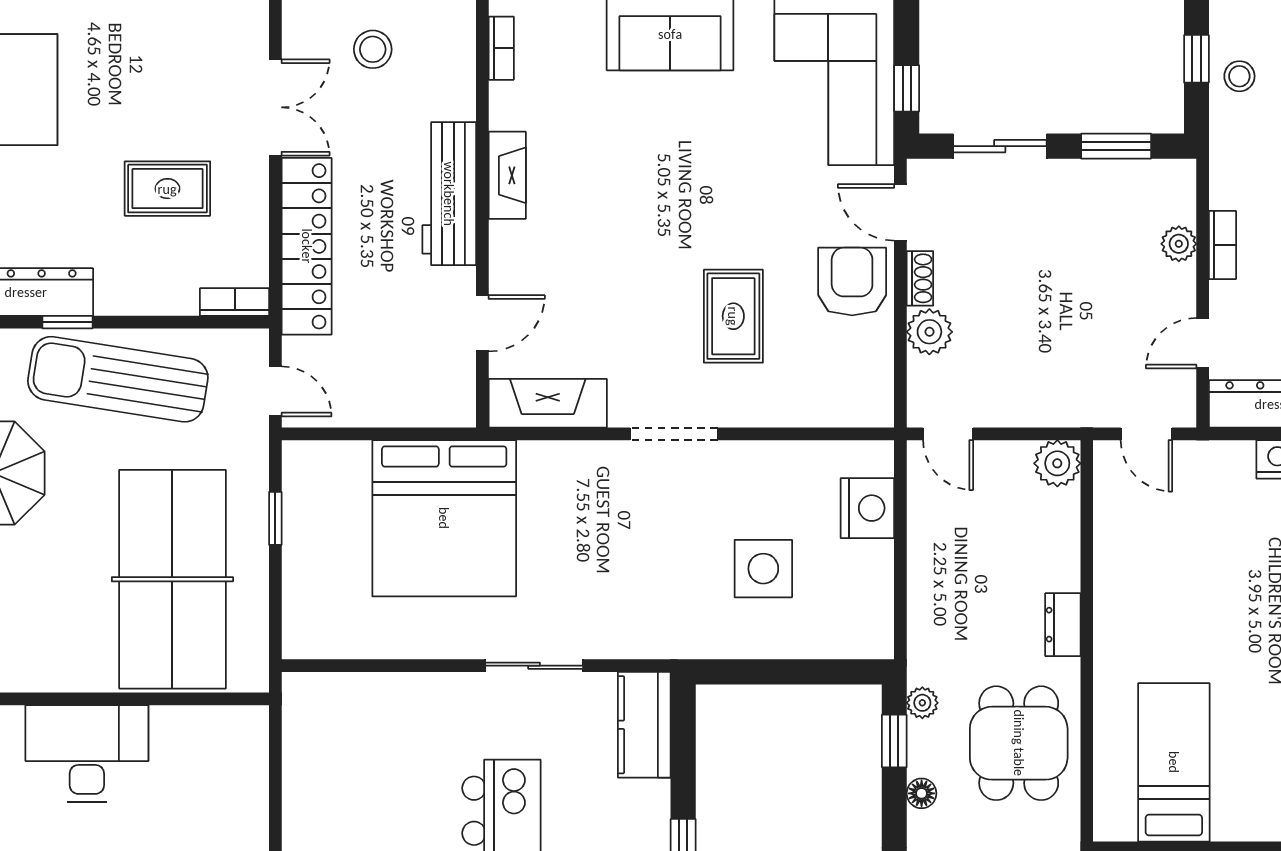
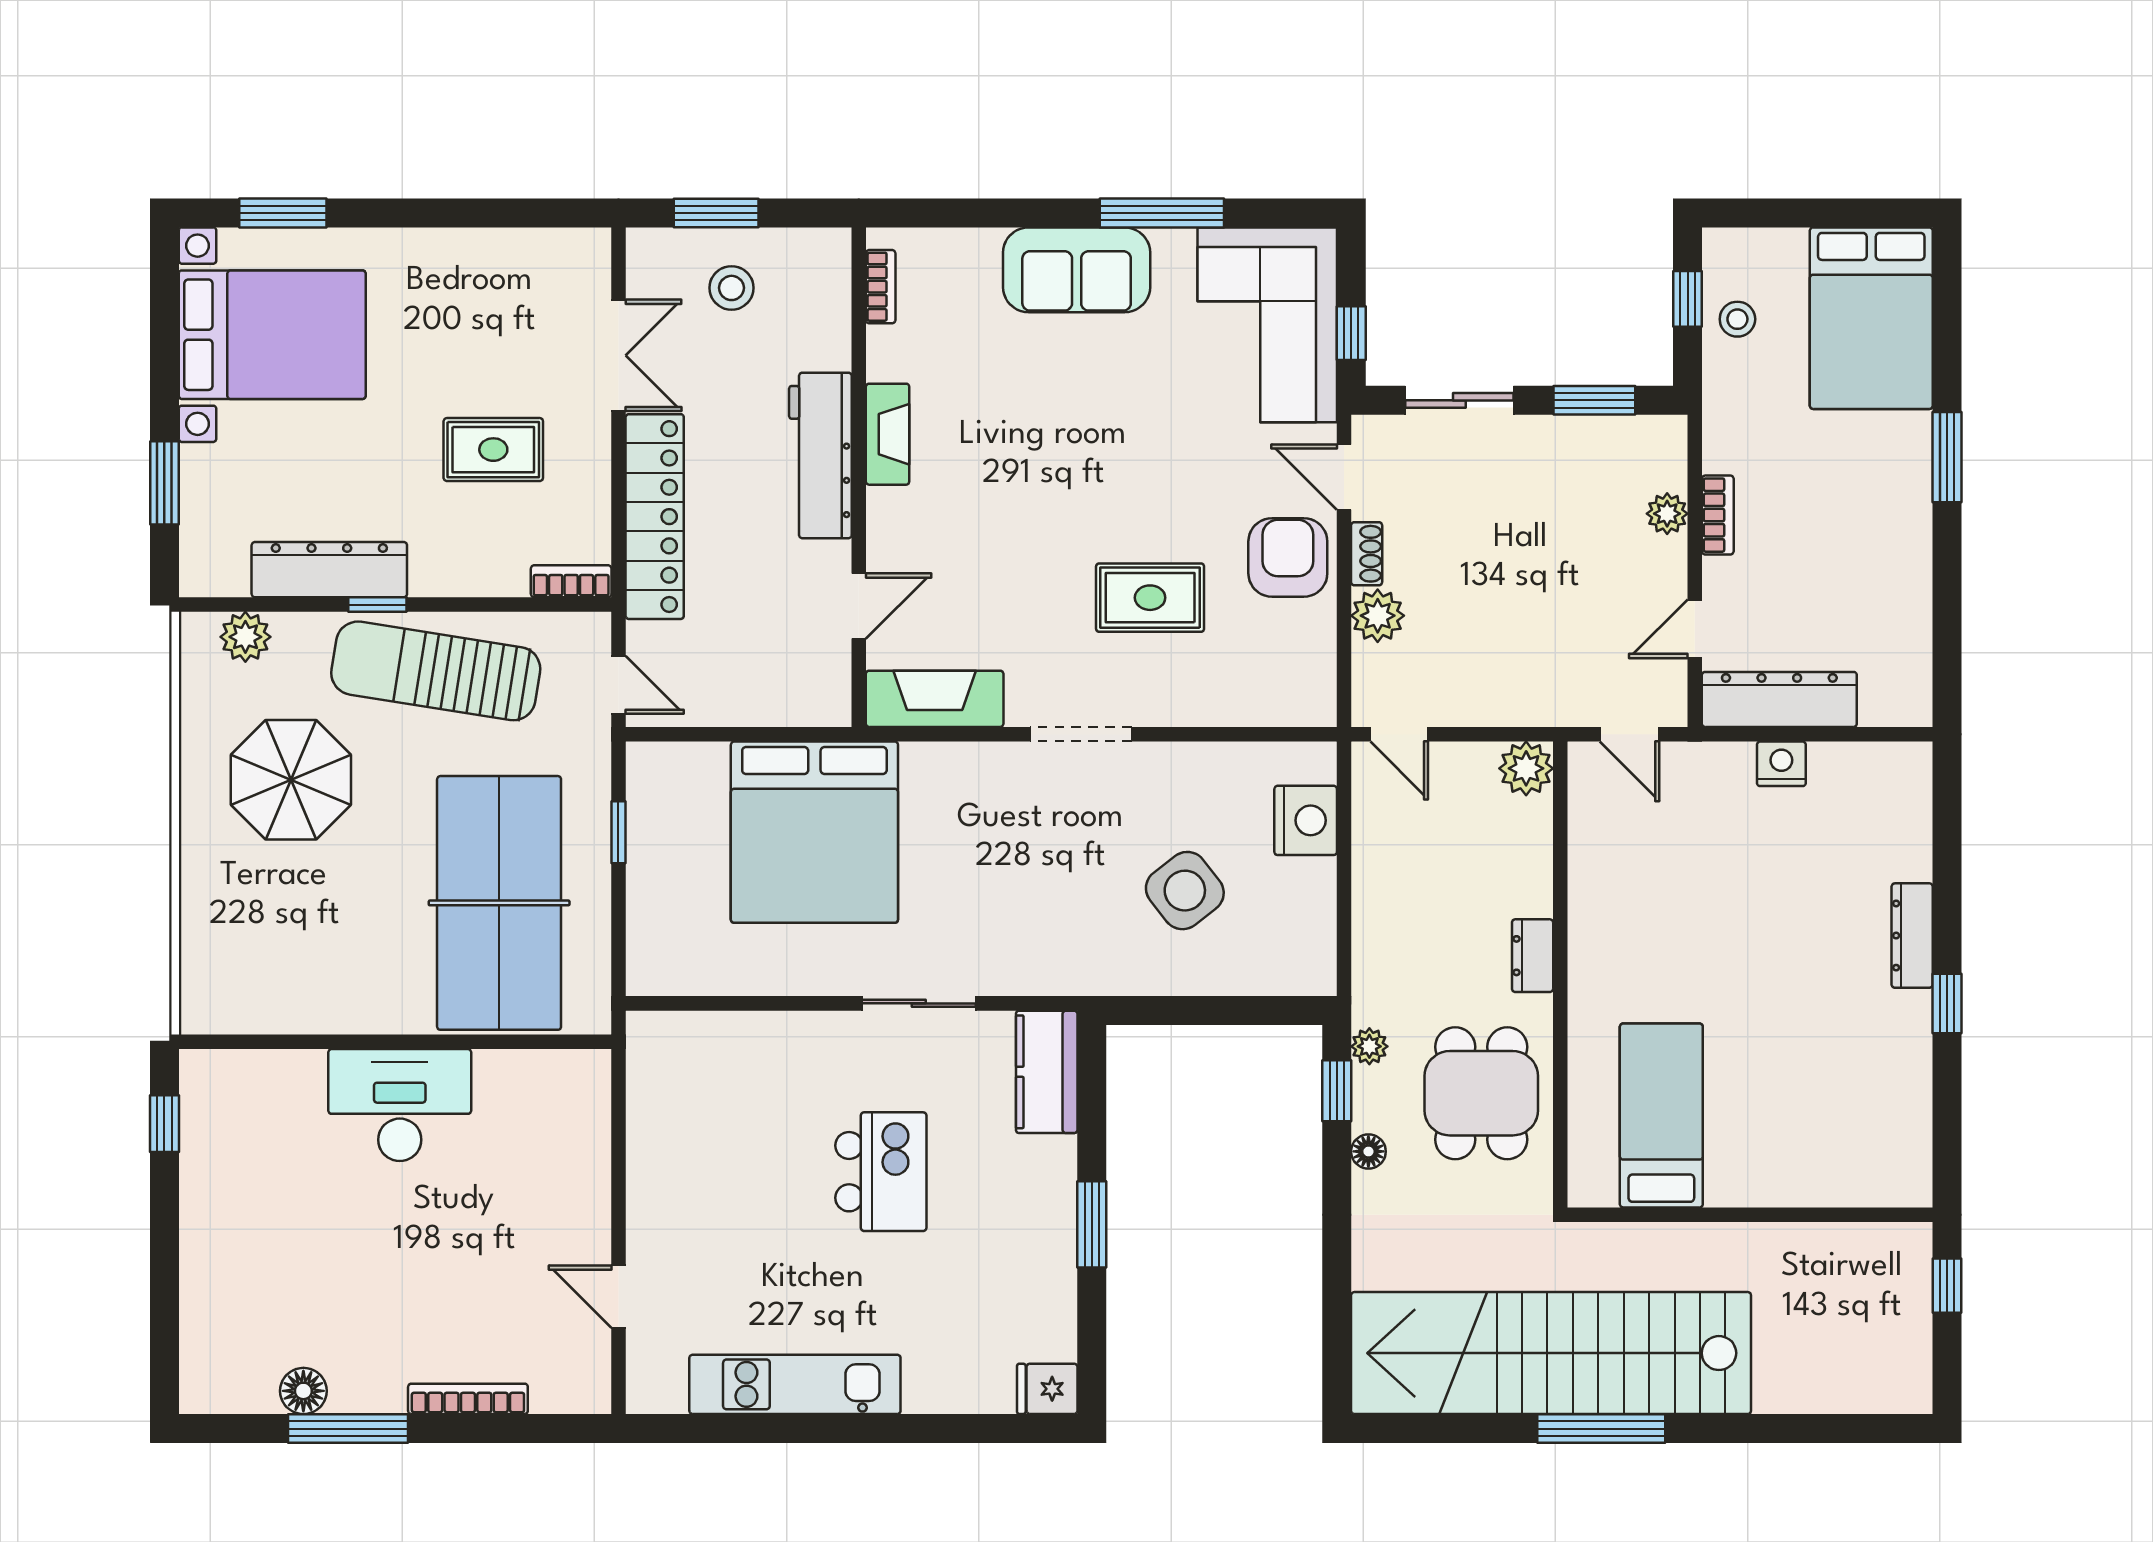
rug: (733, 316) -> (1150, 598), turned 90
side table: (763, 569) -> (1185, 891), turned -38

